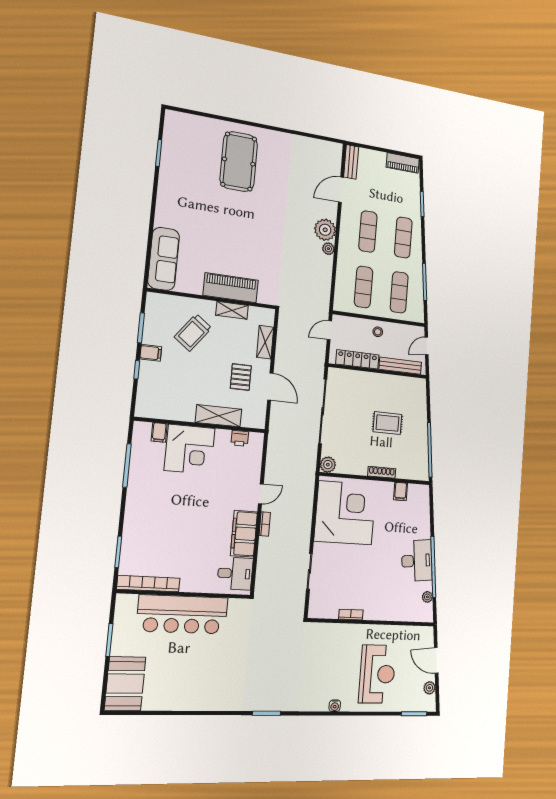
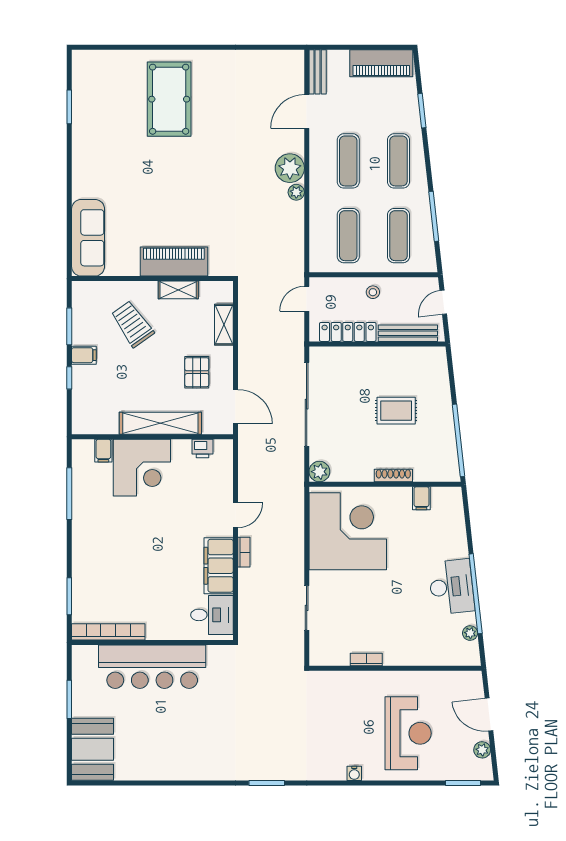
piano: (403, 163) -> (381, 63), width x1.37, depth x1.33
trolley: (193, 333) -> (132, 324), turned 108
door: (270, 387) -> (235, 407), moved
shelving: (219, 416) -> (160, 423), width x1.47

